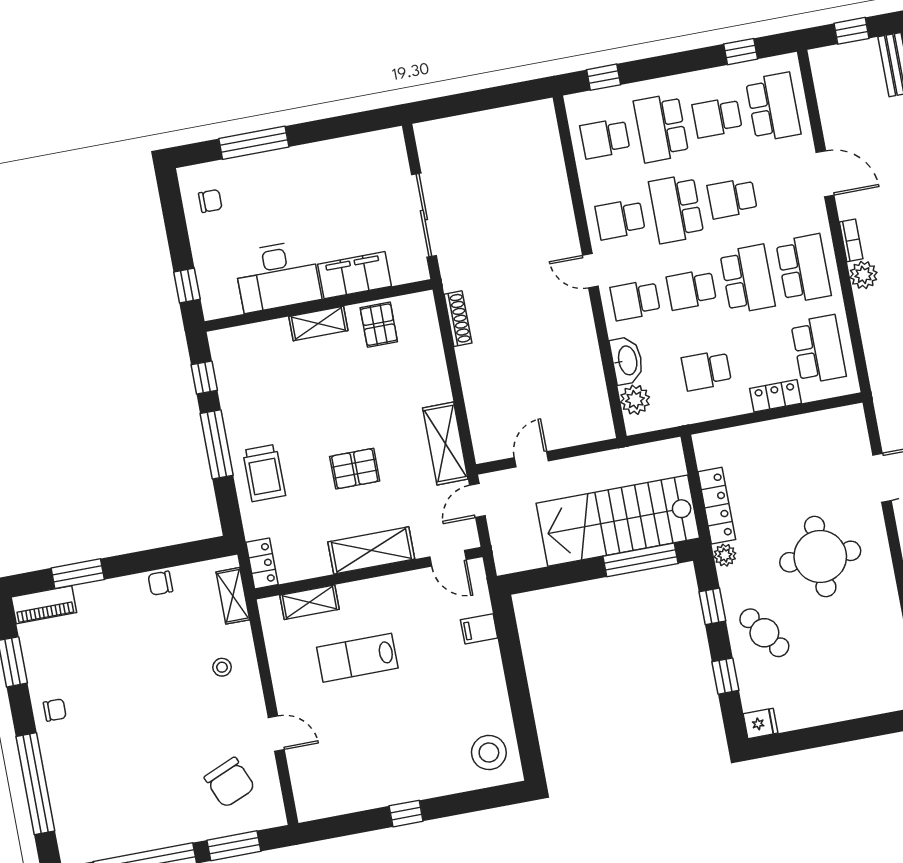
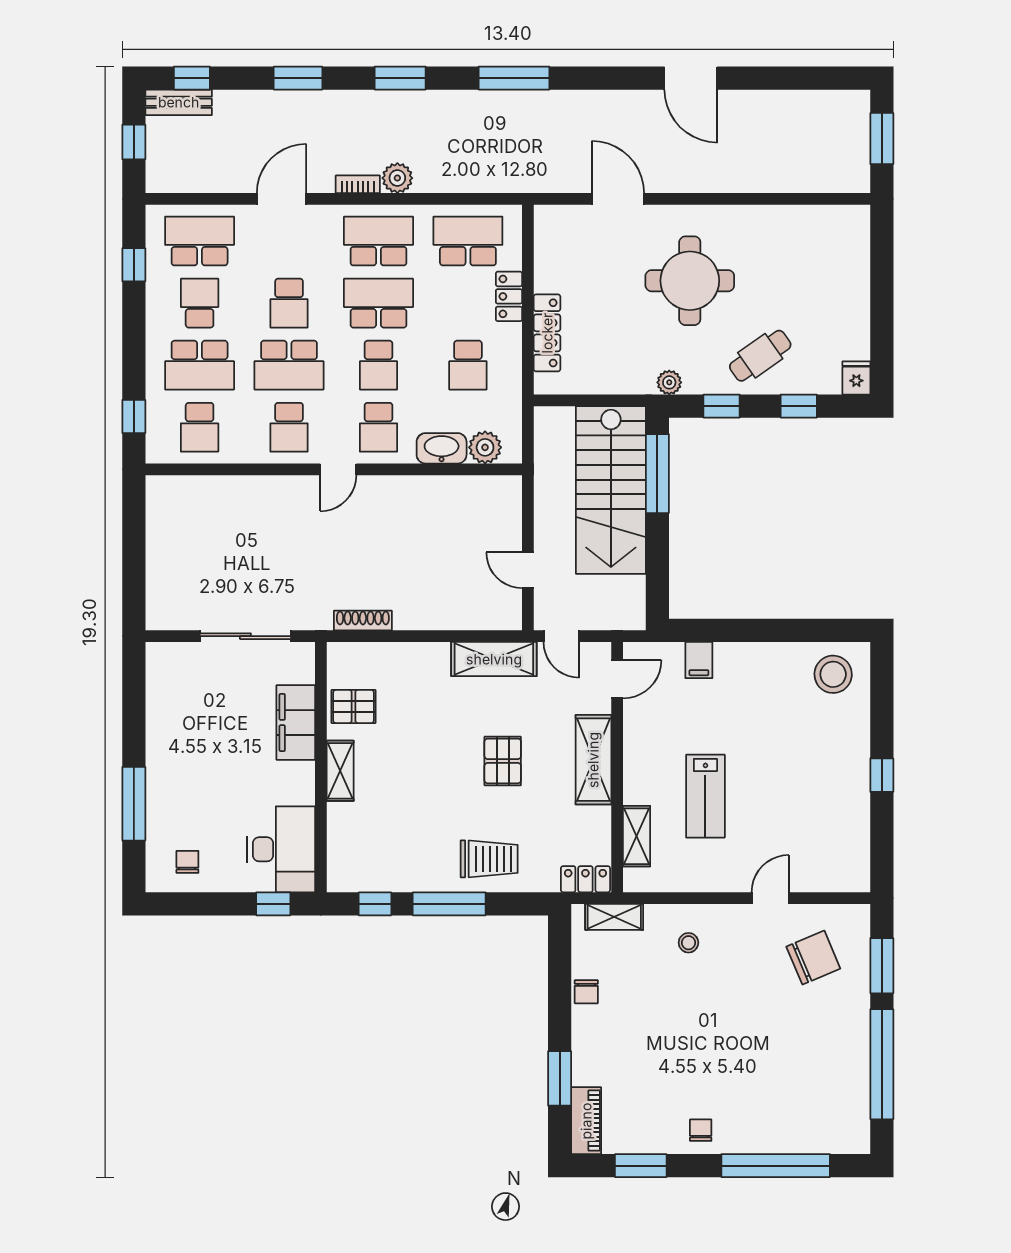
school desk: (717, 117) -> (200, 303), turned 180
desk: (277, 276) -> (281, 849), moved
locker: (717, 506) -> (547, 333), moved, turned 90

